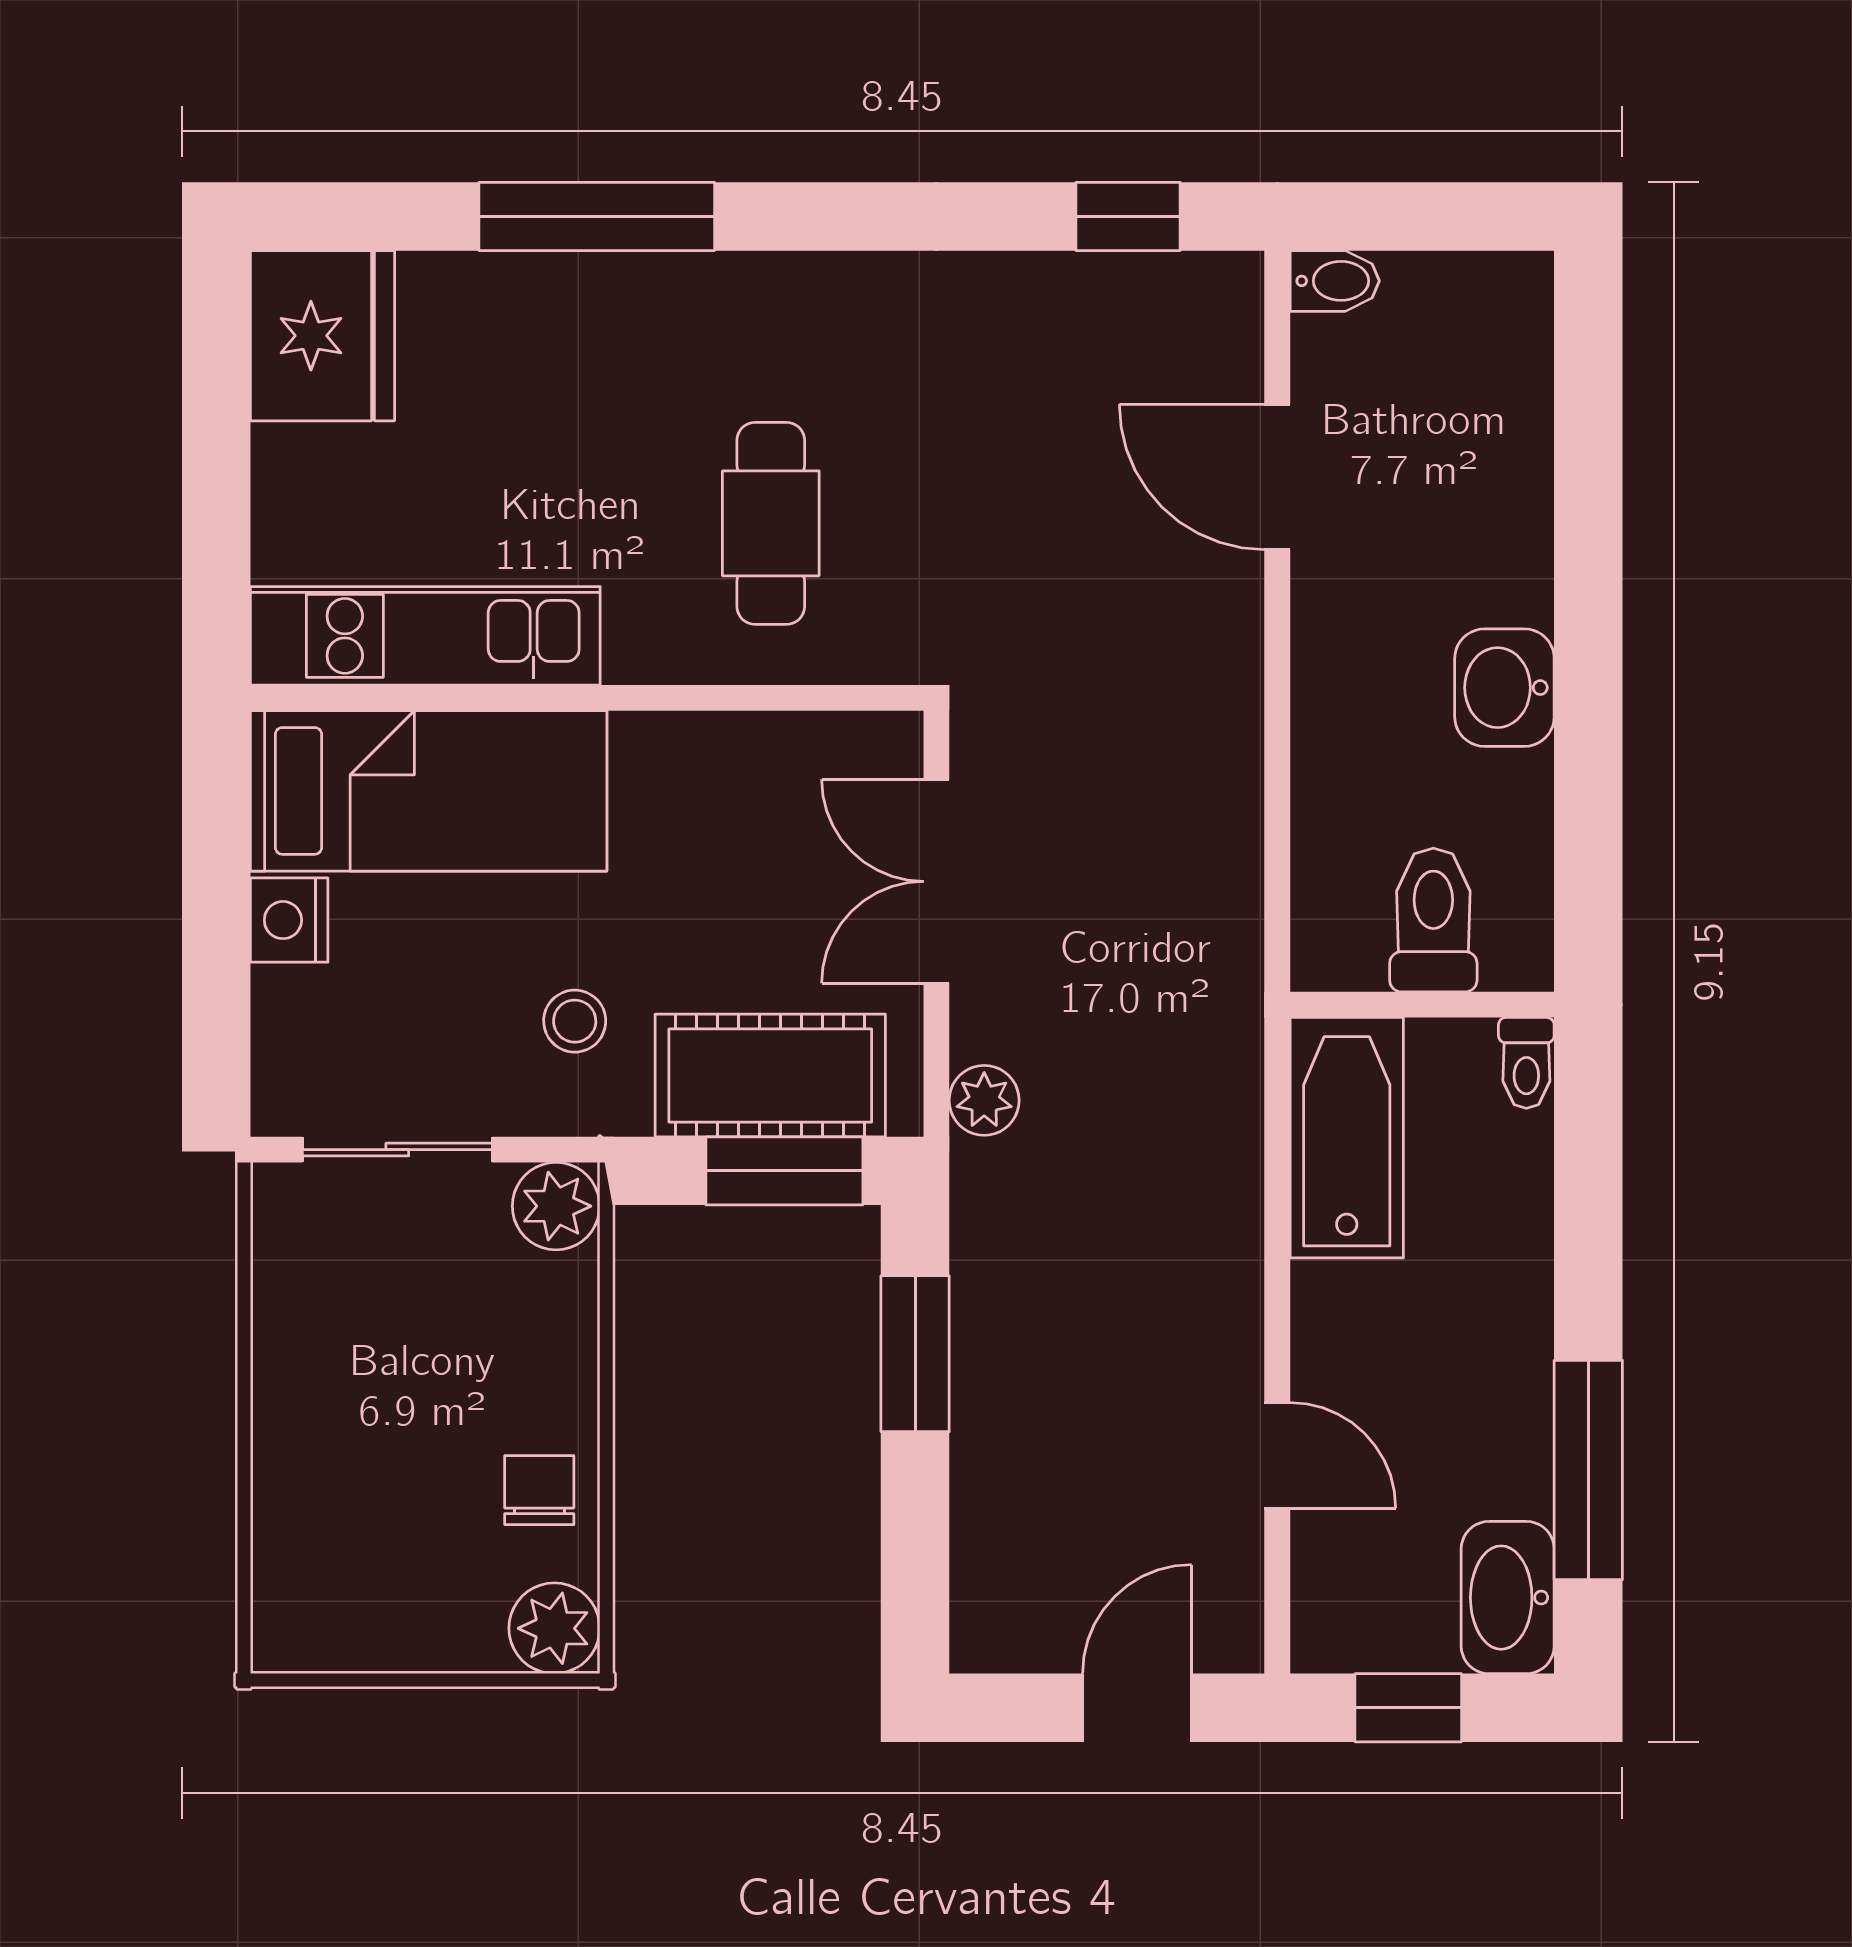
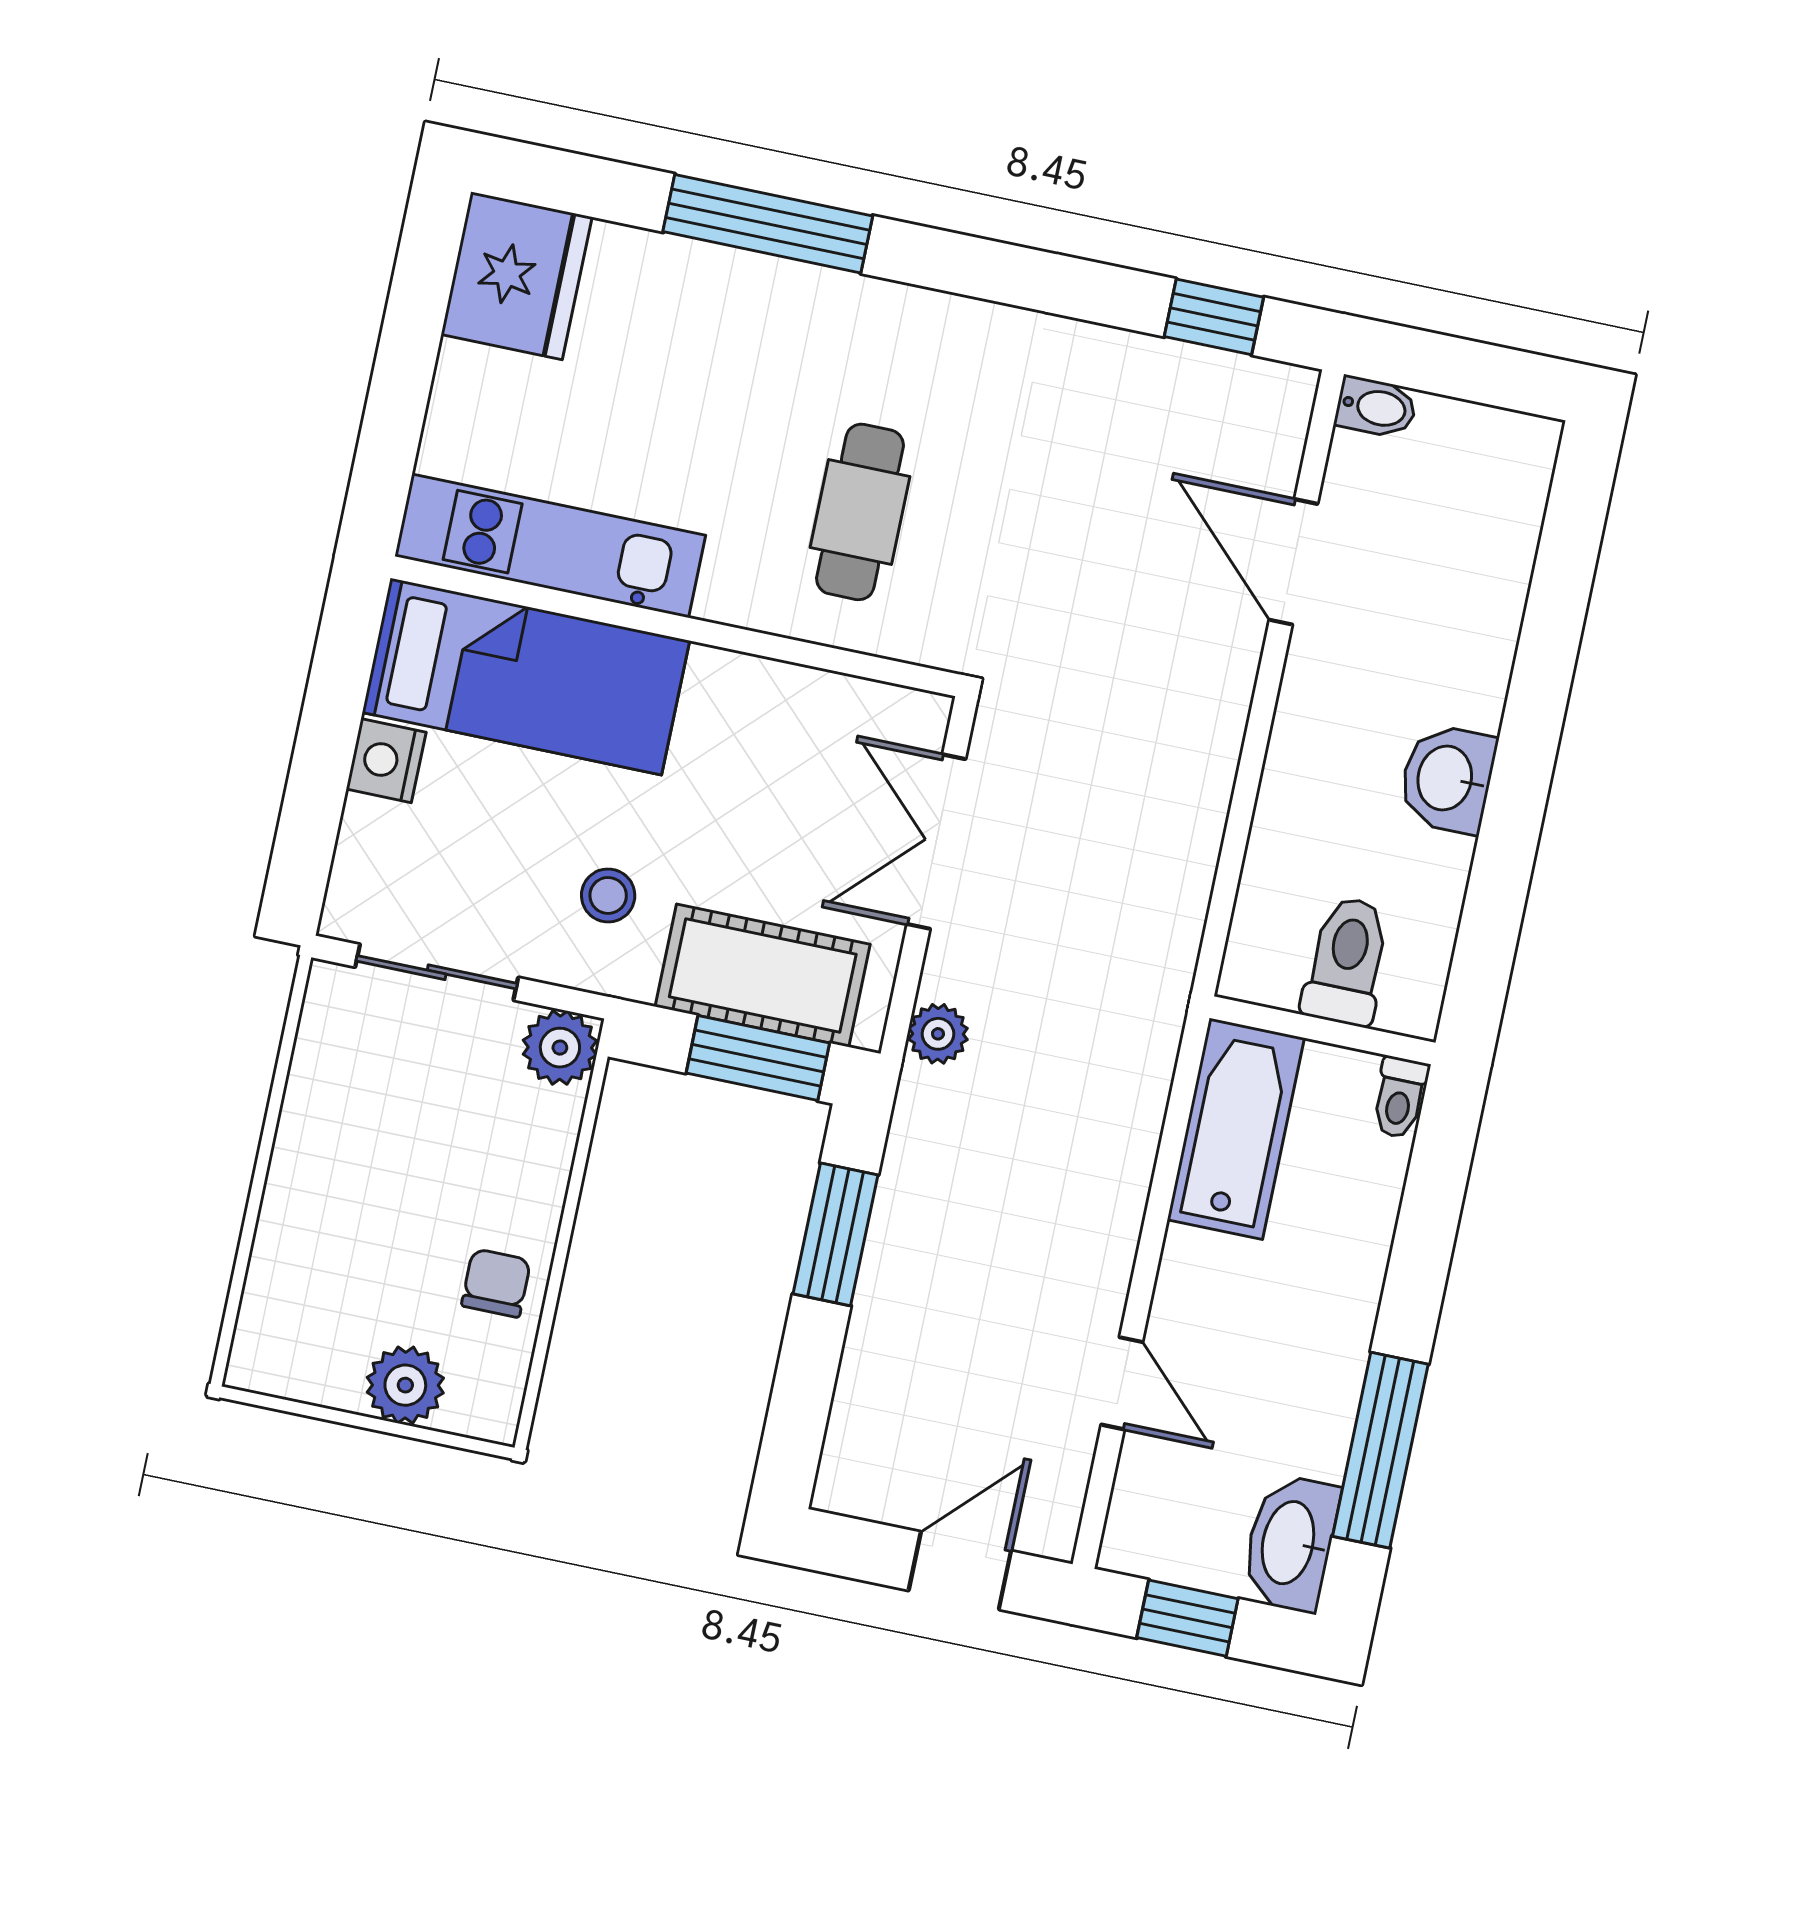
plant: (554, 1628) -> (405, 1385), moved

